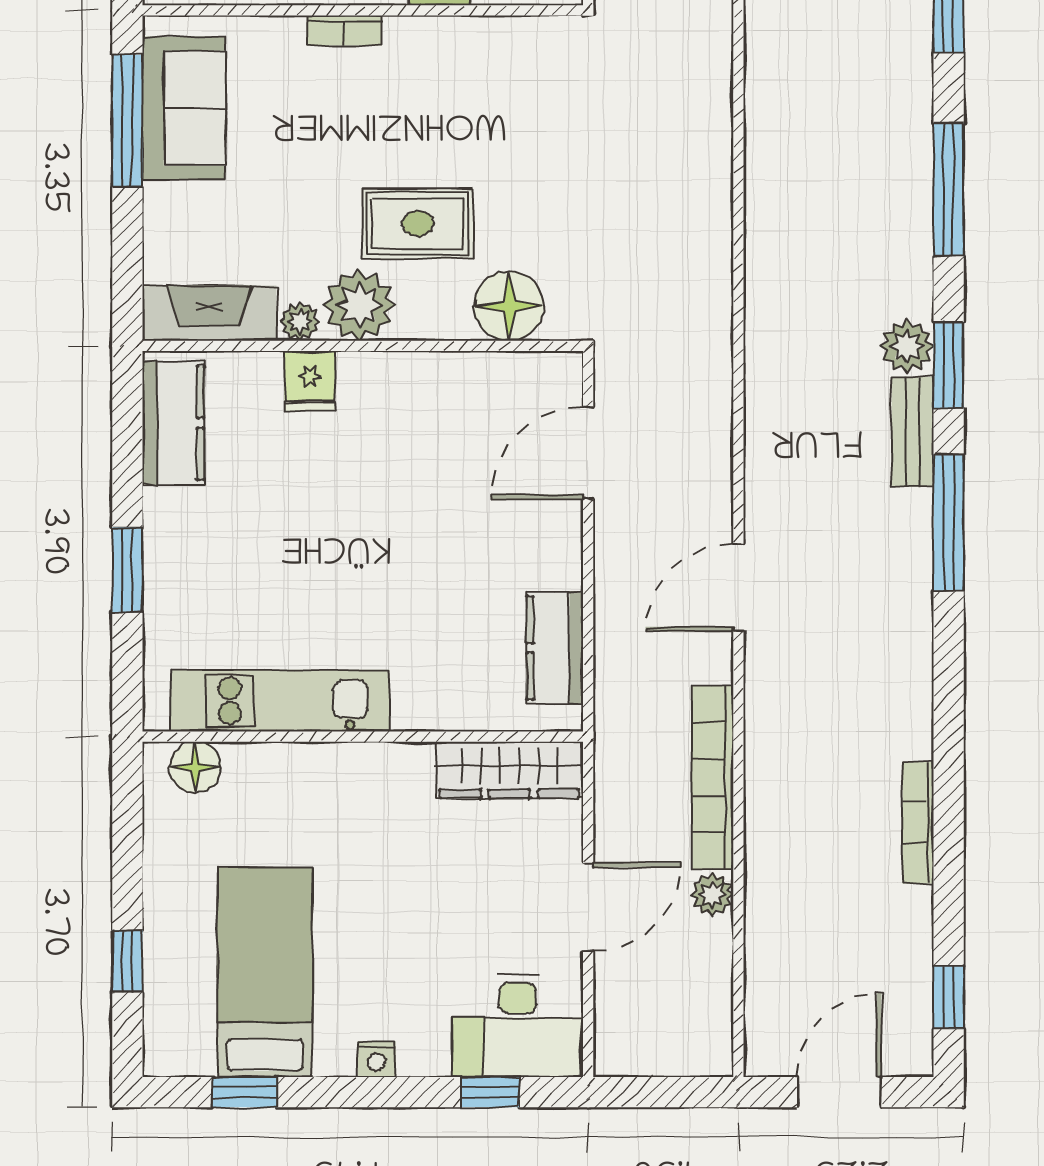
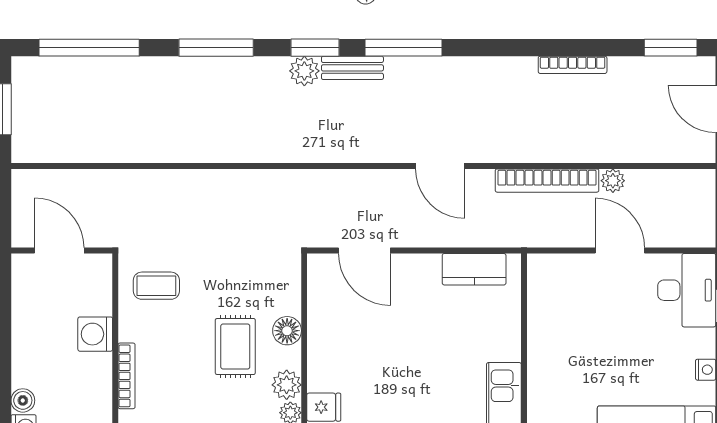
bookcase: (344, 30) -> (127, 376), width x1.56
coffee table: (526, 83) -> (156, 286), added
plant: (359, 305) -> (287, 385), width x0.73, depth x0.73
floor lamp: (509, 306) -> (287, 331), moved, width x0.73, depth x0.73
wardrobe: (509, 770) -> (543, 295), removed
window: (949, 997) -> (671, 48), width x1.50

